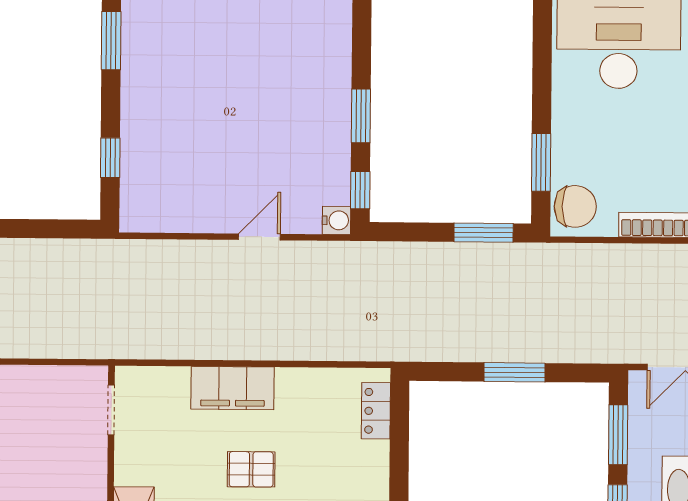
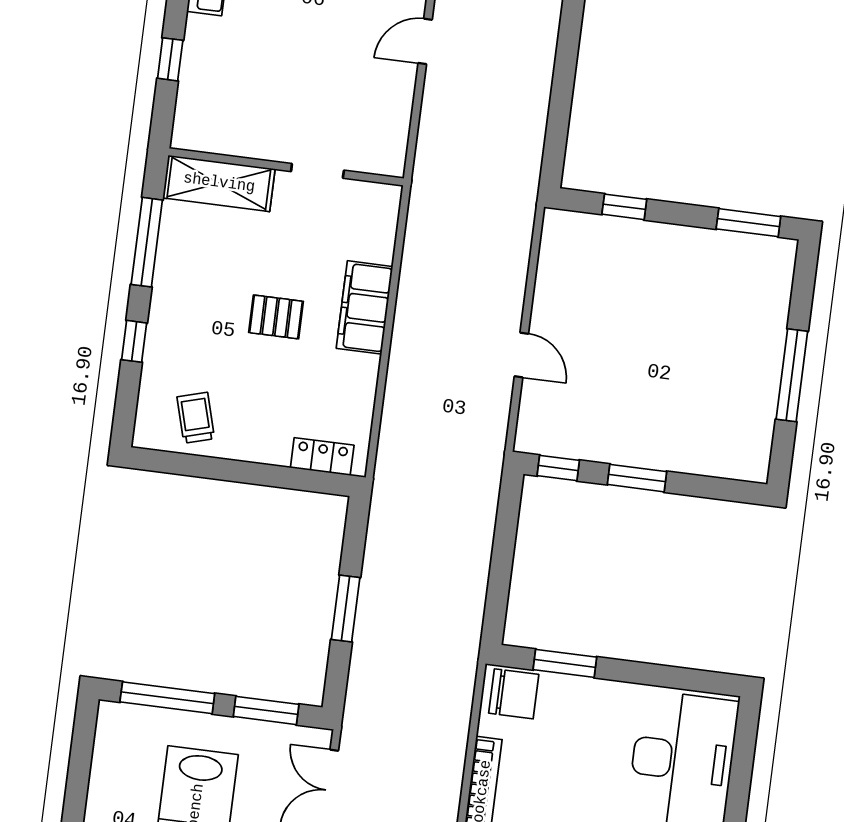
chair: (575, 206) -> (514, 694), turned -90
water cooler: (336, 220) -> (529, 439), removed
window: (484, 233) -> (498, 593), removed
doorway: (111, 410) -> (317, 171), moved
pallet: (251, 469) -> (276, 317), turned 90

